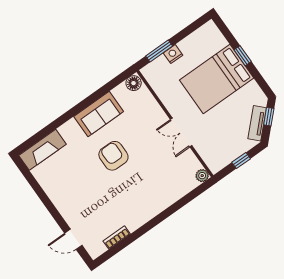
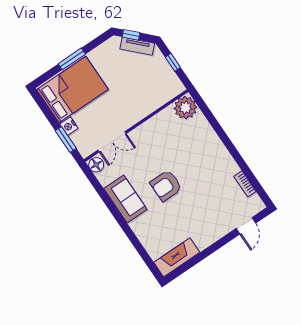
window: (243, 56) -> (72, 59), width x1.50
bed: (217, 79) -> (72, 90), moved, turned -90
double door: (181, 132) -> (112, 142), moved
fireplace: (42, 150) -> (177, 257), moved, turned -90
plant: (202, 176) -> (185, 108), width x1.87, depth x1.87

